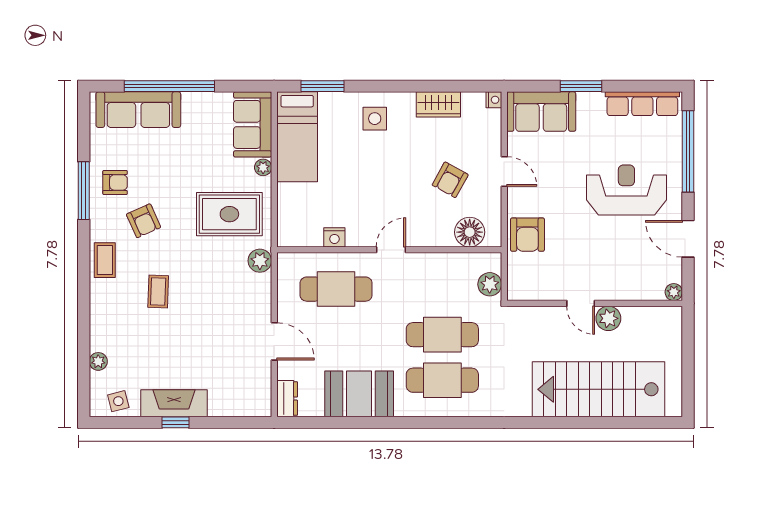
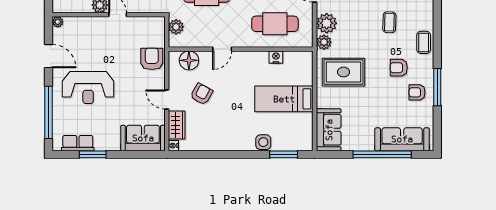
window: (581, 86) -> (93, 154), moved
wardrobe: (438, 104) -> (177, 125), moved, turned 90
row of seats: (642, 104) -> (78, 143), width x0.68
side table: (375, 119) -> (263, 142), moved
bed: (297, 137) -> (284, 99), moved, turned -90
plant: (263, 167) -> (327, 23), moved, width x1.88, depth x1.88
armchair: (144, 221) -> (399, 68), turned -66
door: (391, 250) -> (222, 49), moved

